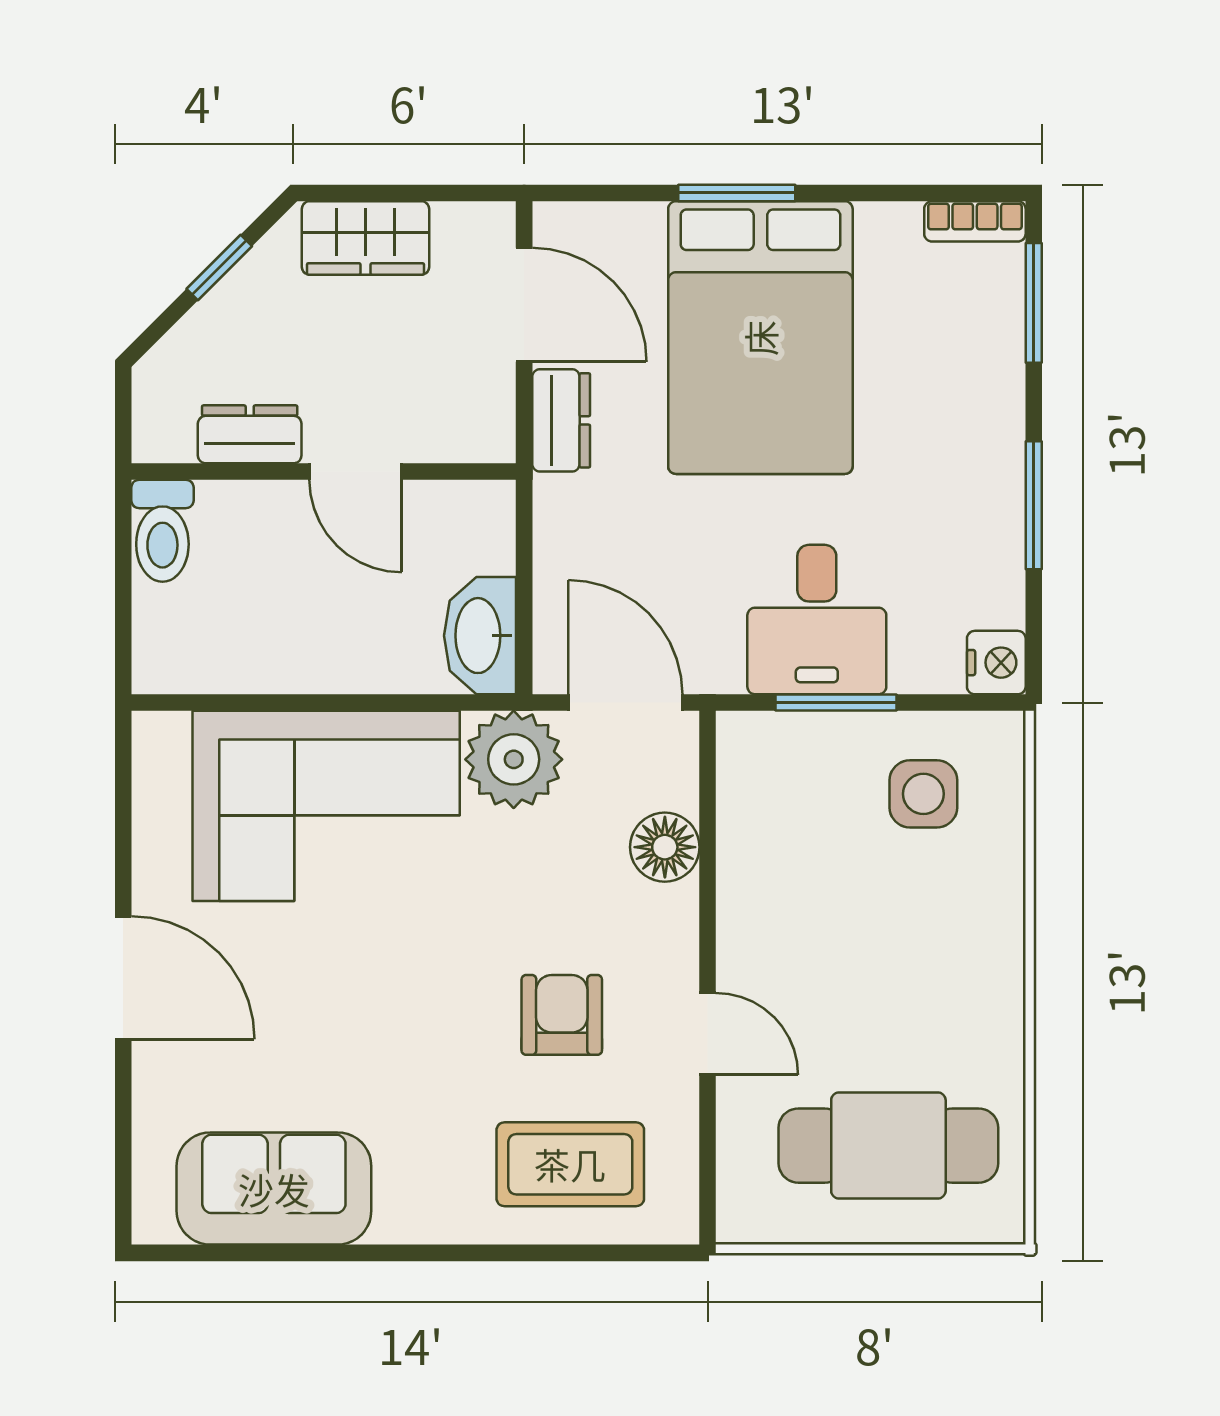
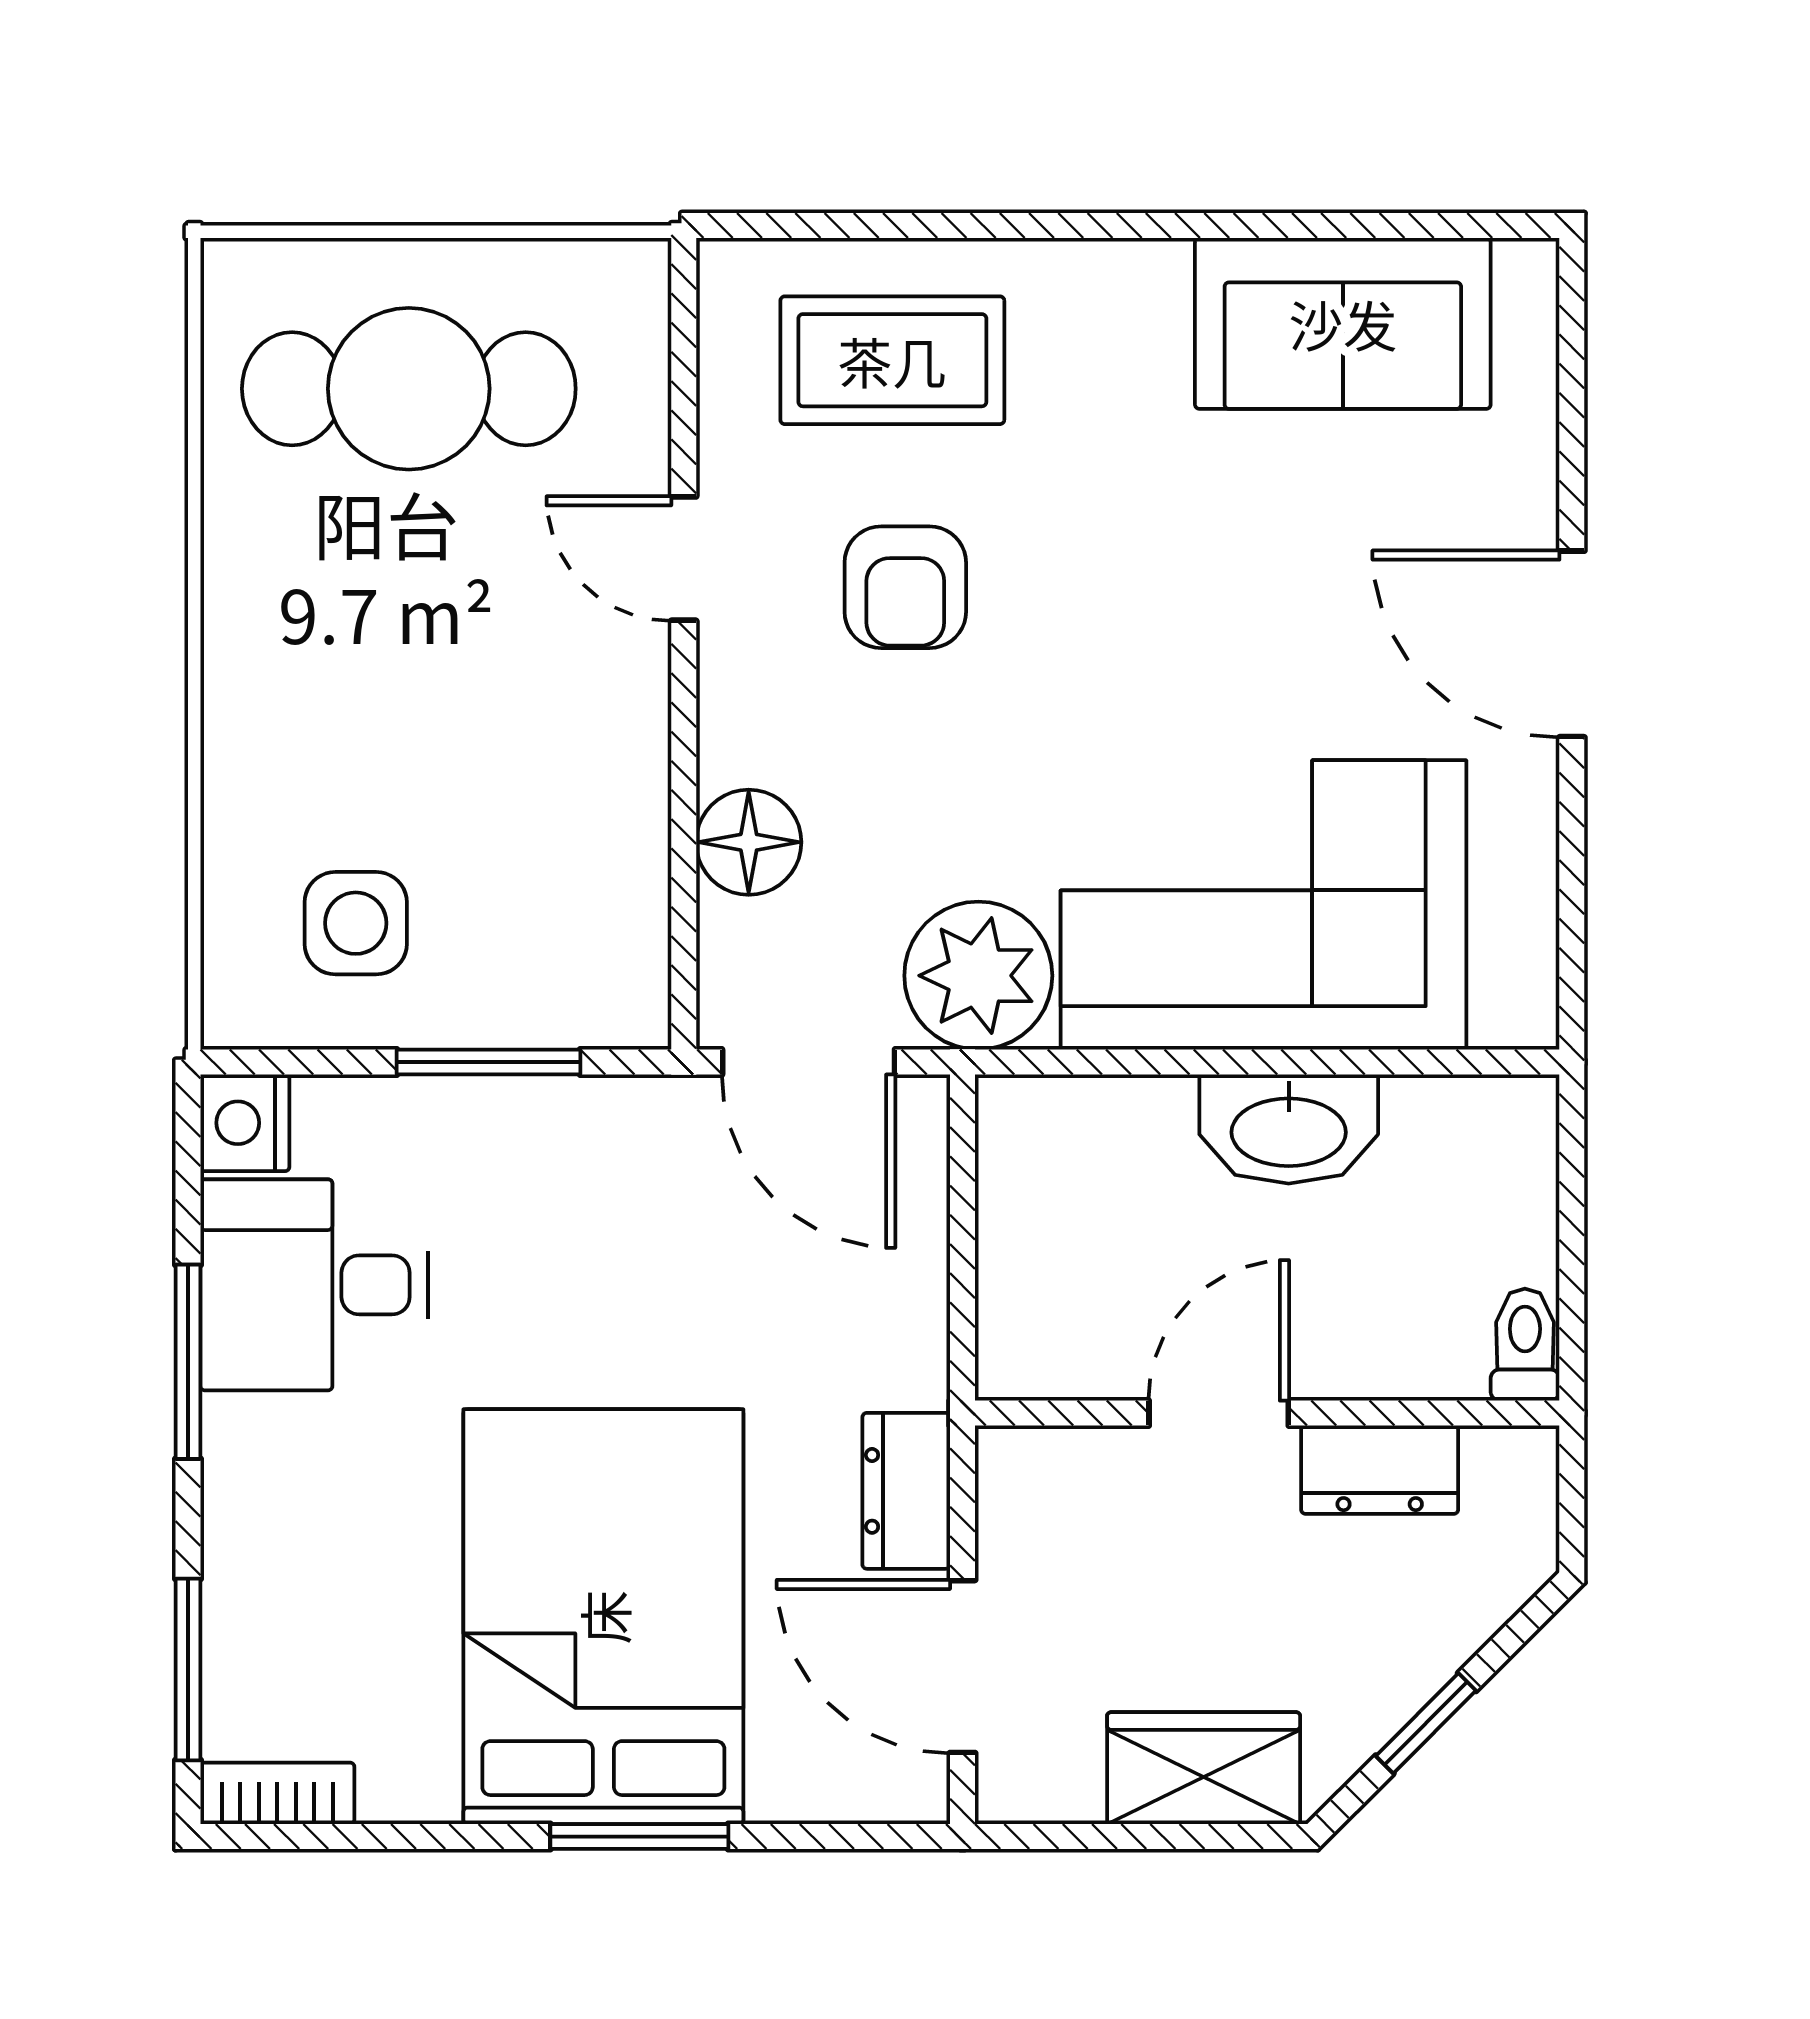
door: (356, 472) -> (1219, 1413), hinge flipped
toilet: (162, 531) -> (1525, 1345), width x0.73, depth x0.72
desk: (817, 620) -> (314, 1285), moved, turned -90
washbasin: (480, 636) -> (1289, 1129), moved, turned 90

